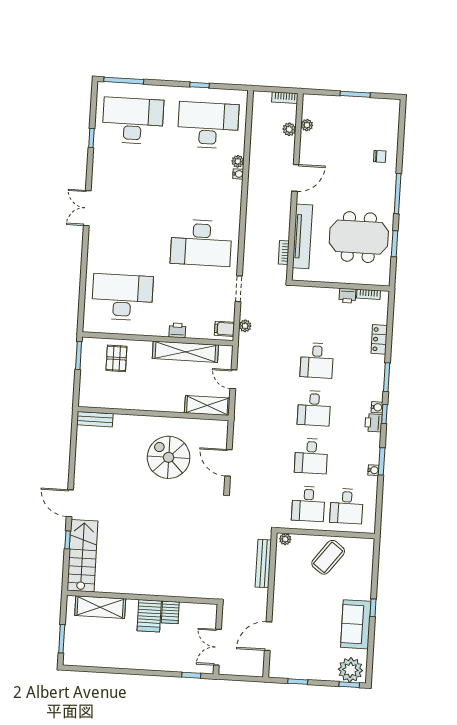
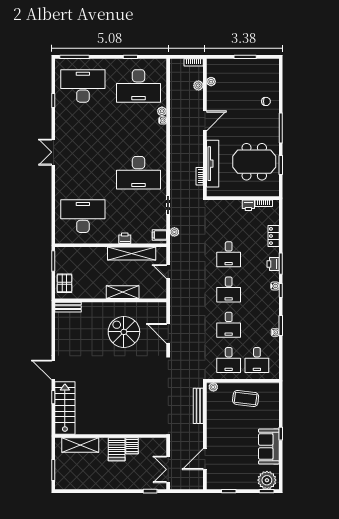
desk: (208, 125) -> (139, 86), turned 180
pallet: (116, 358) -> (64, 283), moved
shelving: (207, 406) -> (123, 292), moved
printer: (374, 423) -> (273, 264), moved
coffee table: (328, 557) -> (246, 398), turned 60

